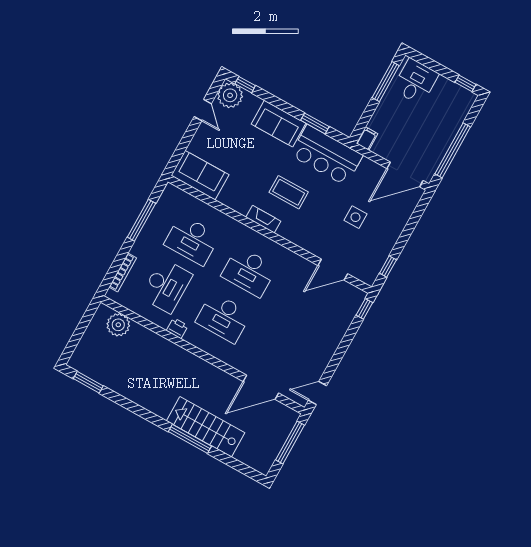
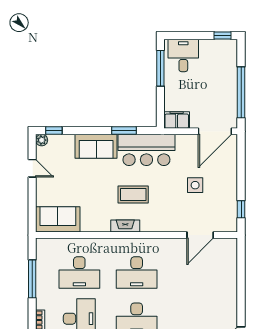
plant: (230, 95) -> (42, 140), width x0.53, depth x0.53
filing cabinet: (367, 139) -> (177, 120), width x2.00
window: (364, 309) -> (241, 252), removed

